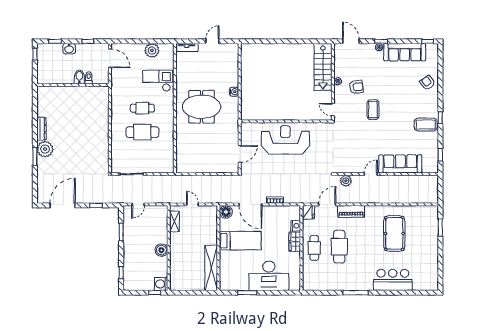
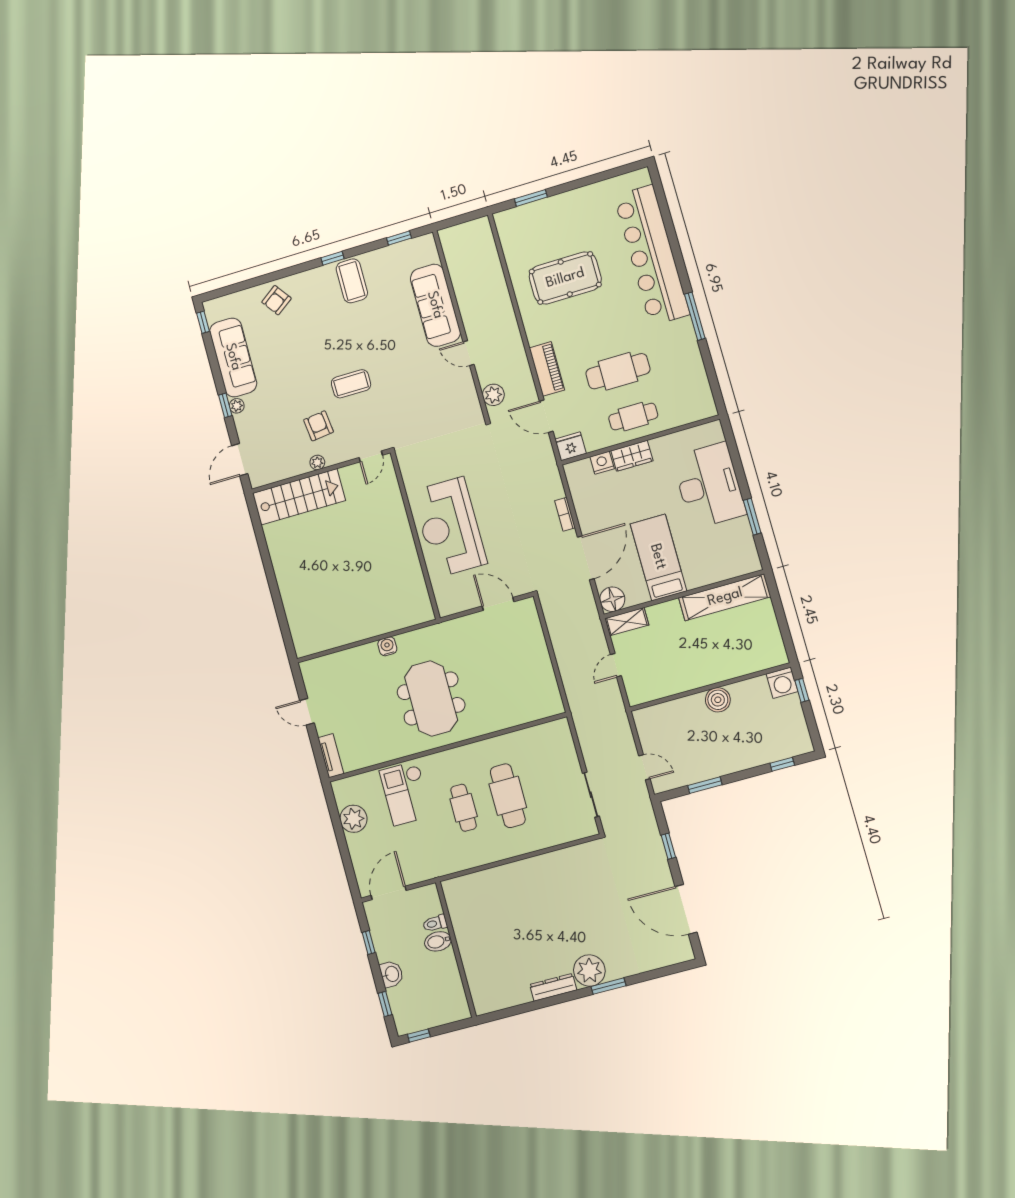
shelving: (174, 221) -> (627, 622), moved
bar counter: (393, 280) -> (652, 255), width x1.86

